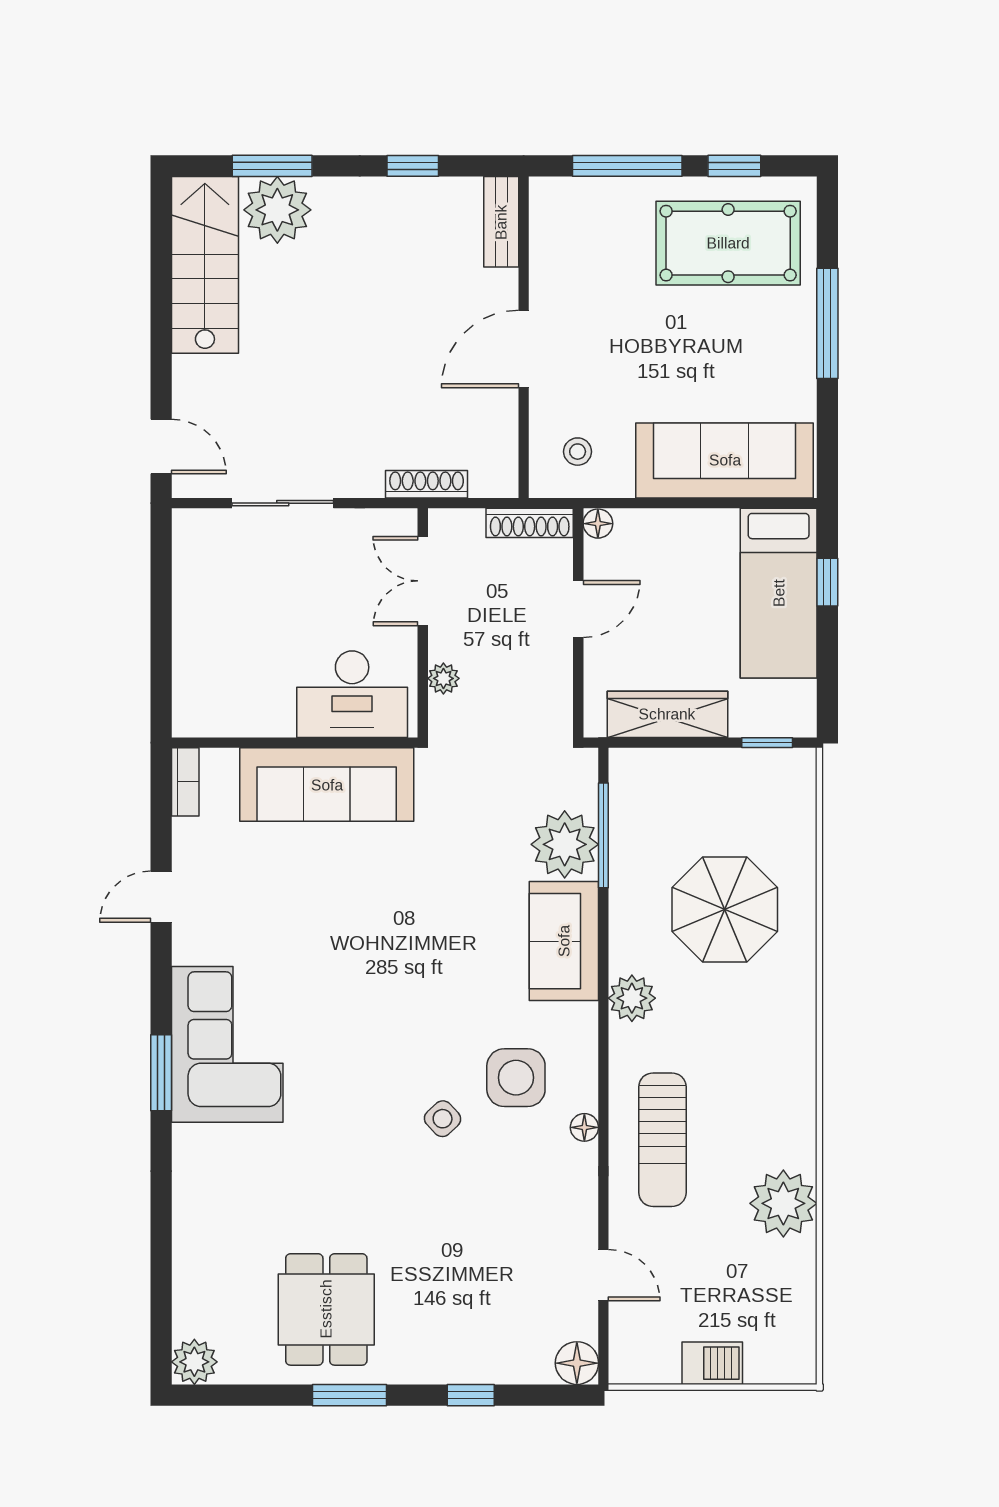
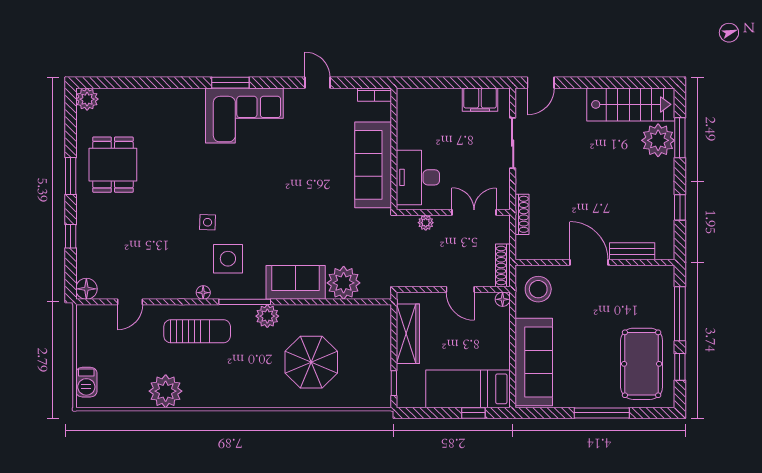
bench: (501, 222) -> (632, 251), moved
stool: (578, 452) -> (538, 289), width x1.89, depth x1.89
filing cabinet: (195, 569) -> (480, 100), added
window: (603, 835) -> (245, 302), moved
side table: (443, 1119) -> (208, 222), turned 45
sun lounger: (662, 1140) -> (197, 331), turned 180
dining table: (326, 1309) -> (113, 165), turned 90
barbecue: (712, 1363) -> (86, 382), moved

